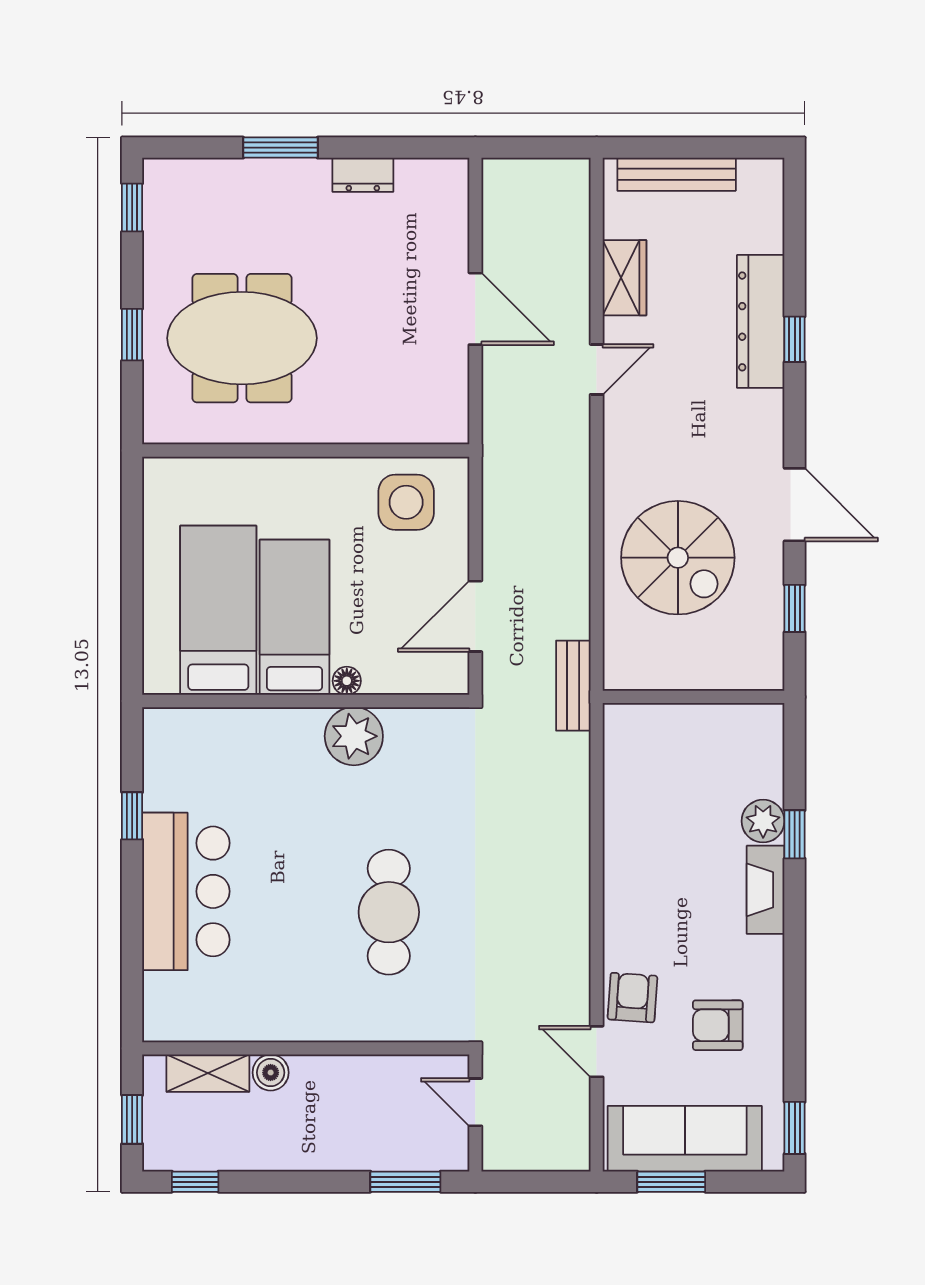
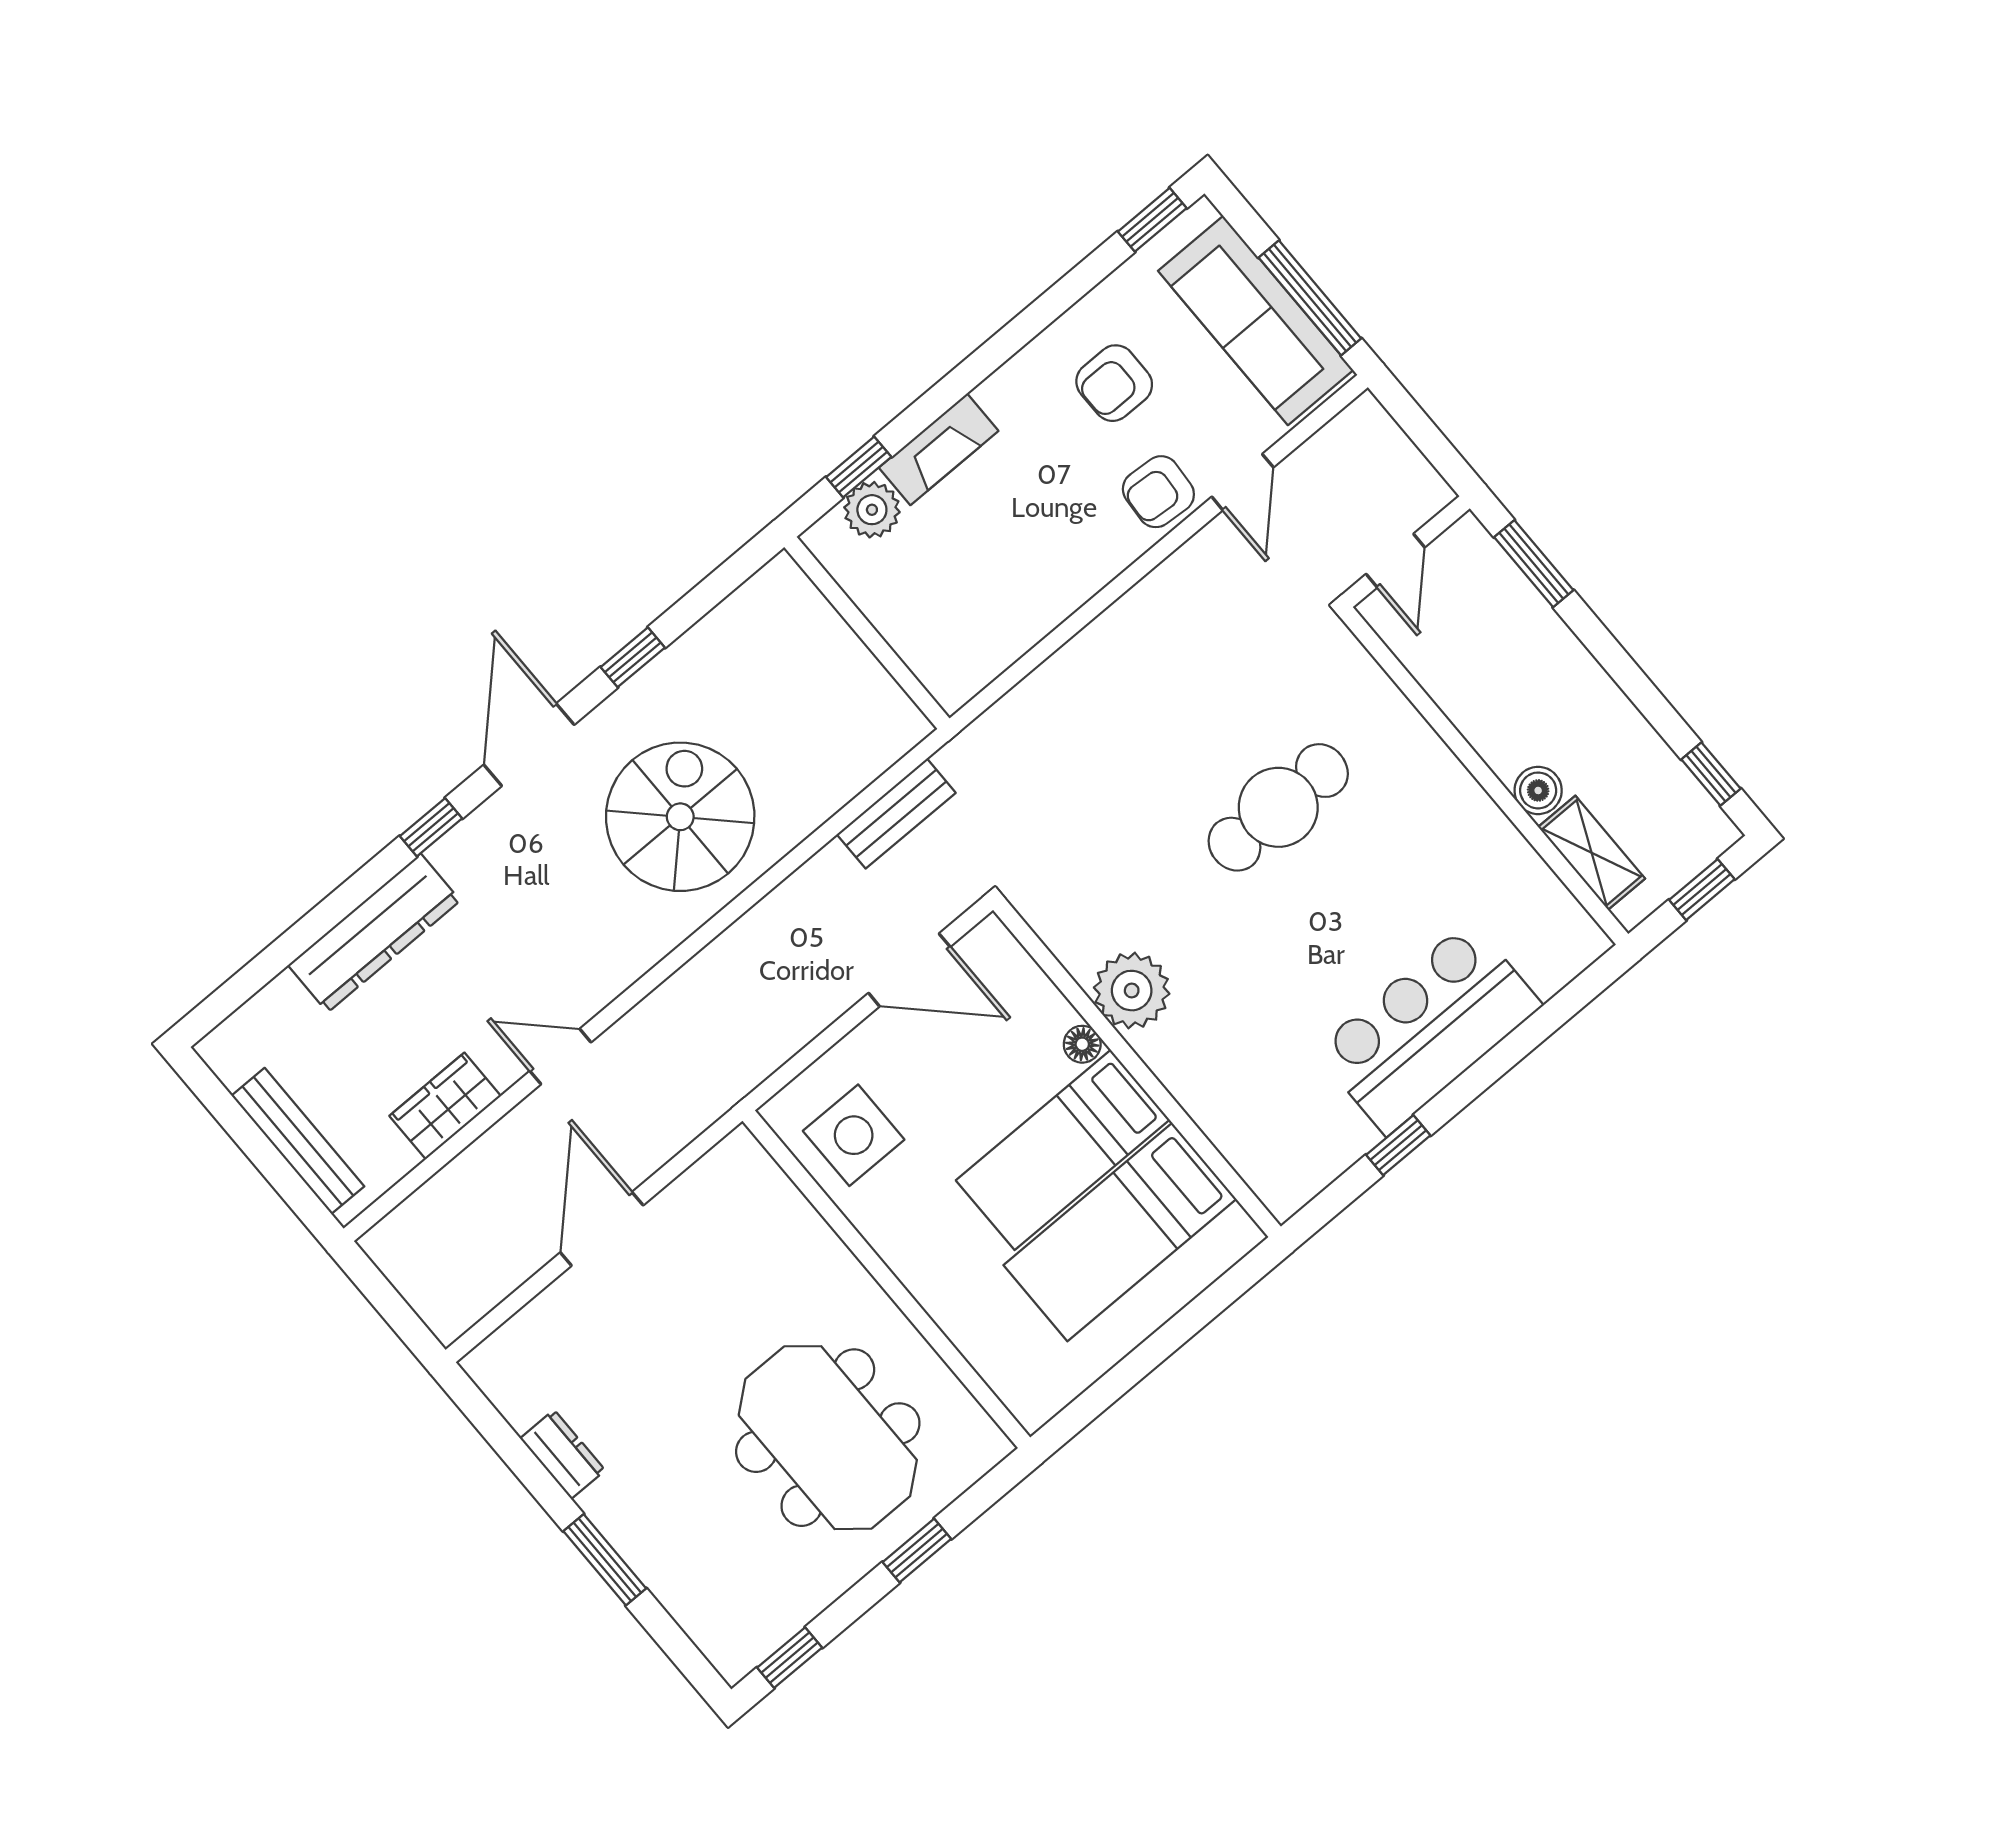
window: (795, 339) -> (431, 827), moved
wall: (694, 697) -> (867, 633), moved
armchair: (718, 1025) -> (1114, 383), turned 90
window: (671, 1182) -> (1310, 298), width x1.44

